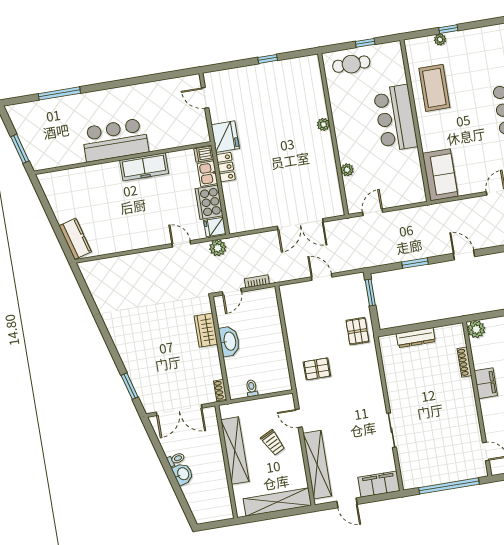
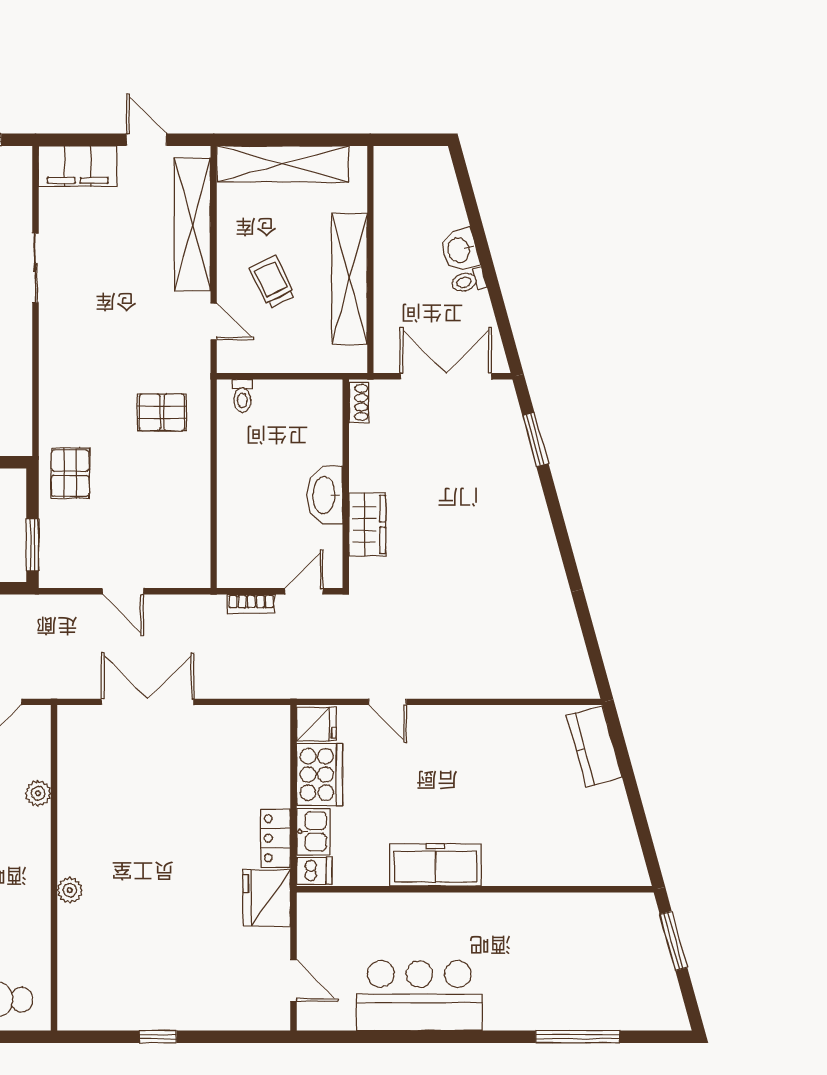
bar counter: (115, 140) -> (419, 996), moved, turned 180
plant: (218, 248) -> (317, 682), removed
toilet: (252, 388) -> (242, 396), moved

